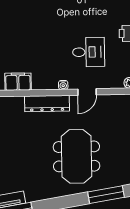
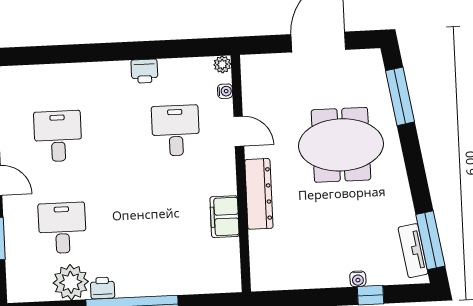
filing cabinet: (18, 82) -> (225, 217), moved
water cooler: (63, 85) -> (225, 91), moved

